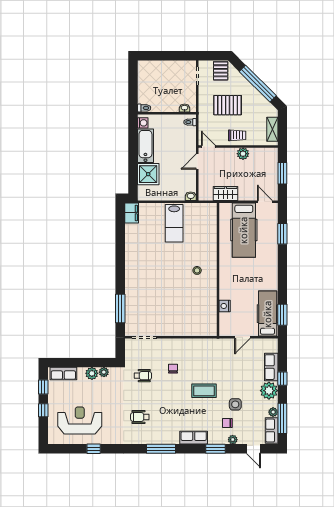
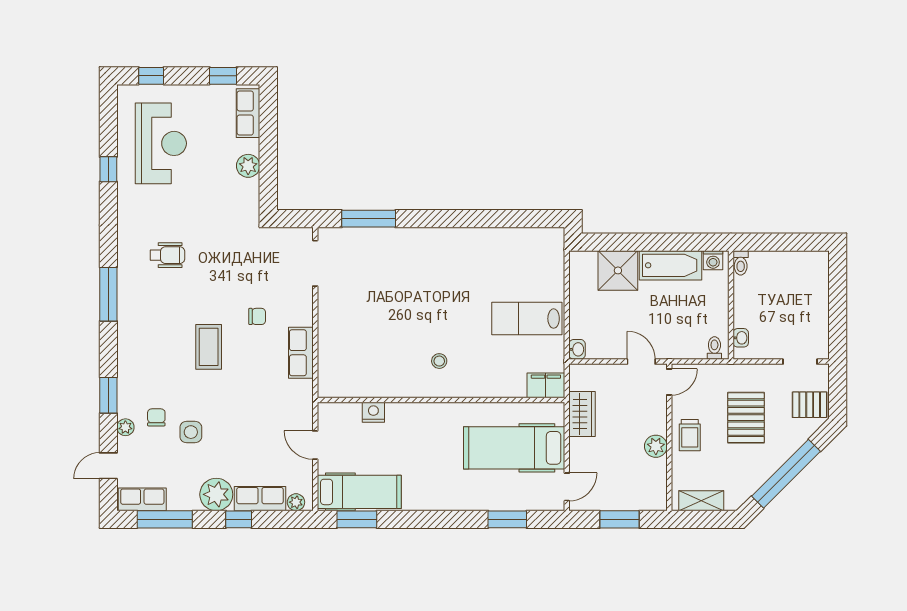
filing cabinet: (132, 213) -> (546, 385), moved, turned 180
plant: (104, 372) -> (251, 188), removed
wheelchair: (143, 376) -> (244, 261), removed
coffee table: (204, 391) -> (209, 347), moved
window: (43, 410) -> (151, 76), moved
plant: (273, 412) -> (296, 502), moved
wheelchair: (140, 417) -> (167, 255), turned 90
row of seats: (194, 438) -> (301, 353), moved, turned 180

